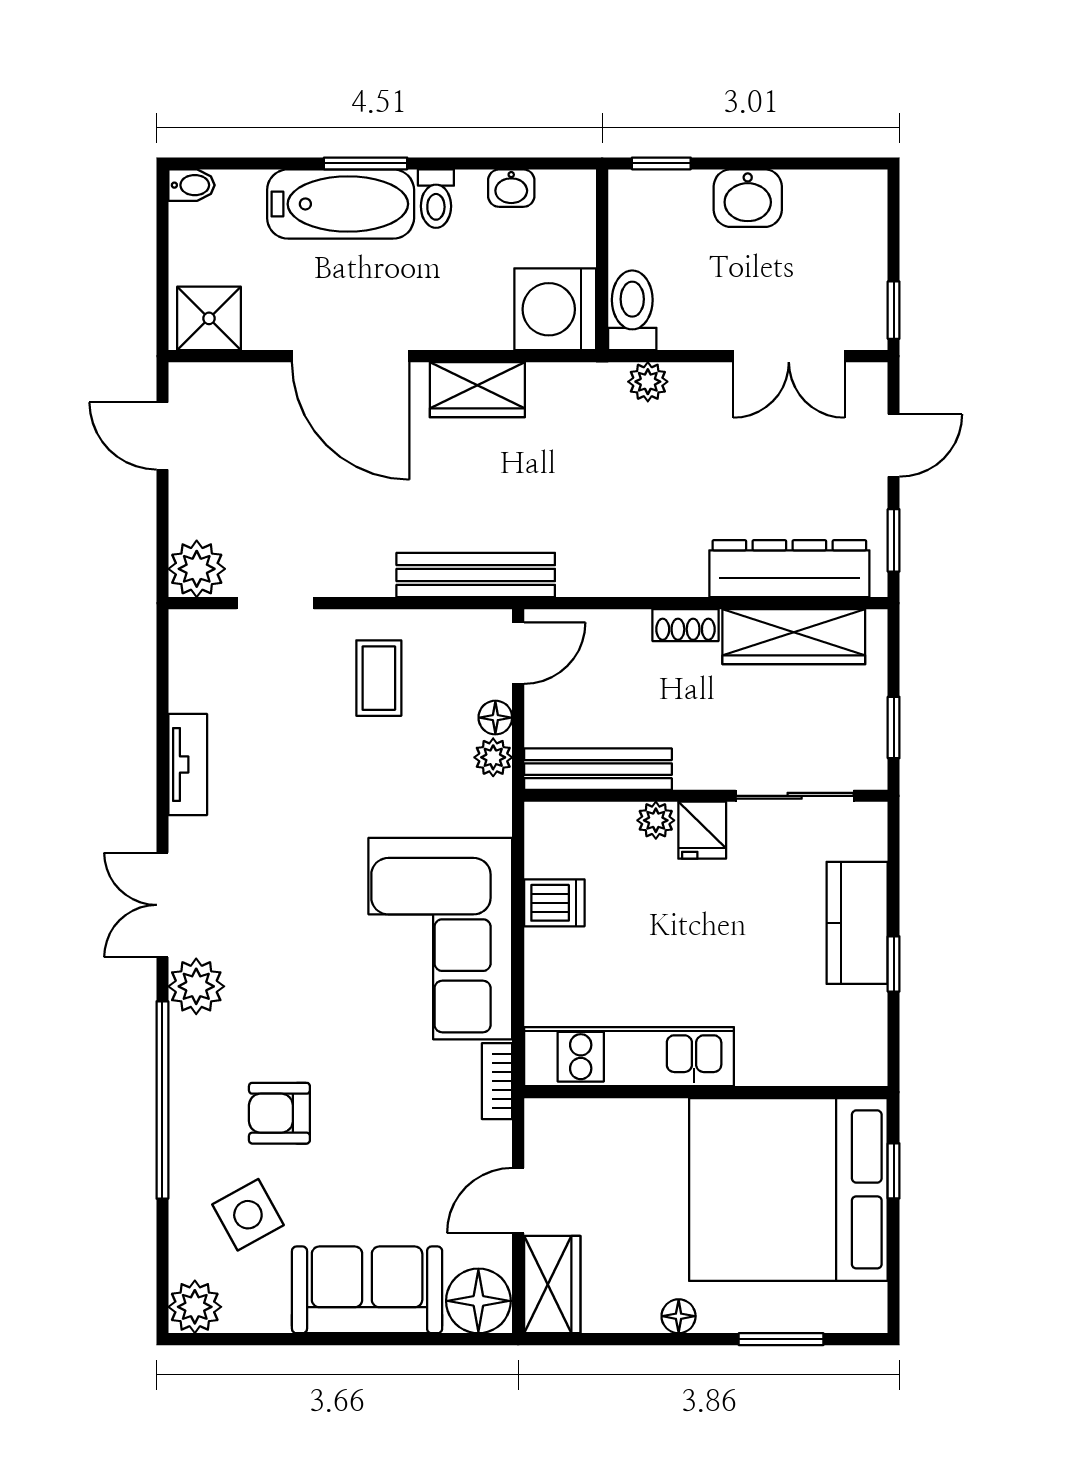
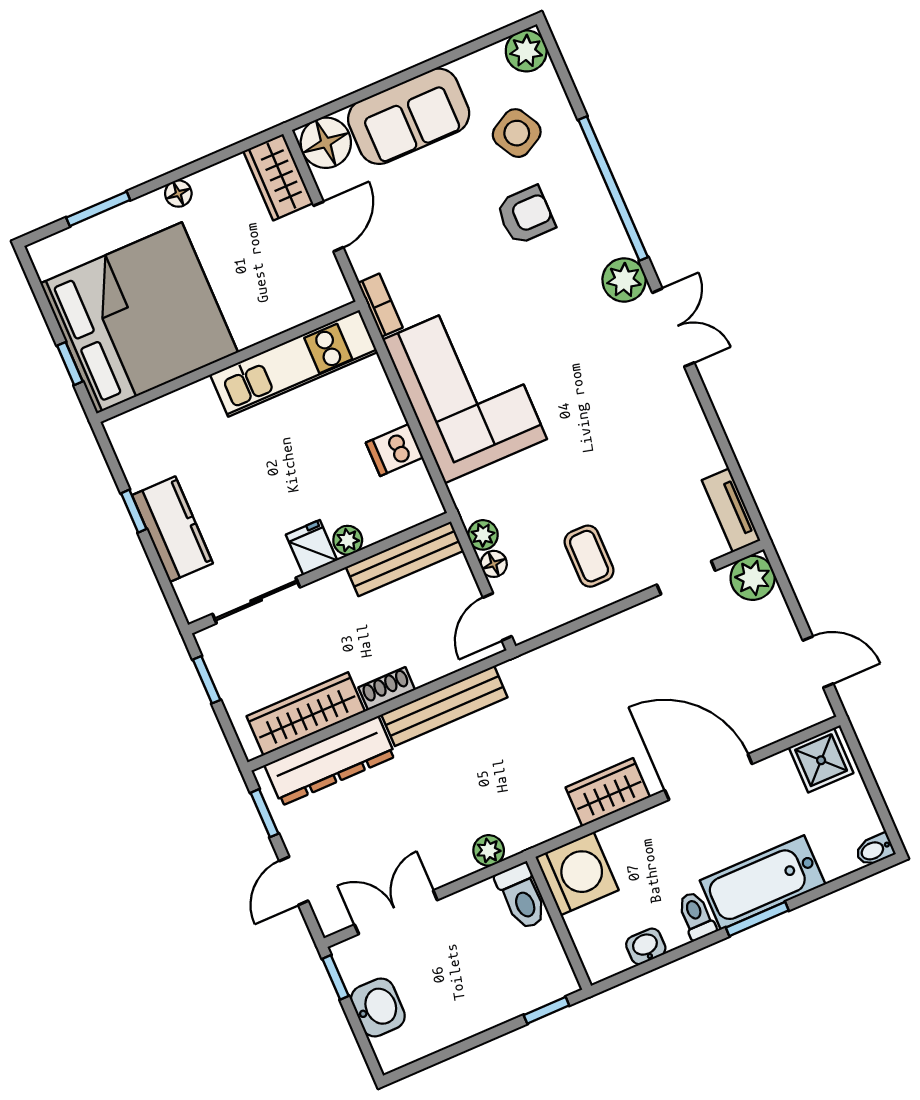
washbasin: (748, 198) -> (378, 1007), moved, turned 90
bench: (476, 575) -> (444, 706), moved
tv unit: (188, 764) -> (731, 510), moved

